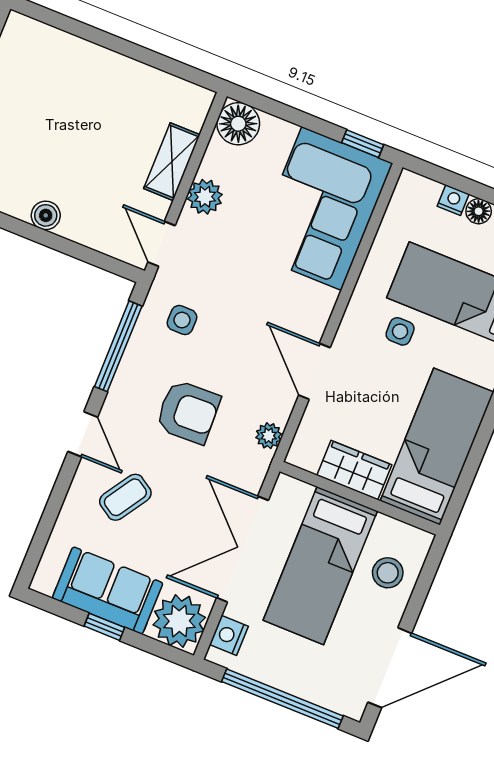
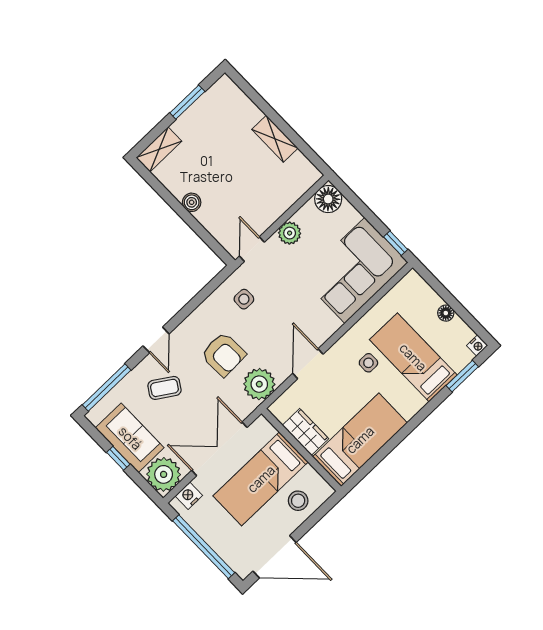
shelving: (172, 162) -> (275, 139), moved, turned 90
nightstand: (453, 200) -> (434, 300), removed
window: (118, 346) -> (107, 387), moved
plant: (269, 436) -> (259, 384), width x1.87, depth x1.87

